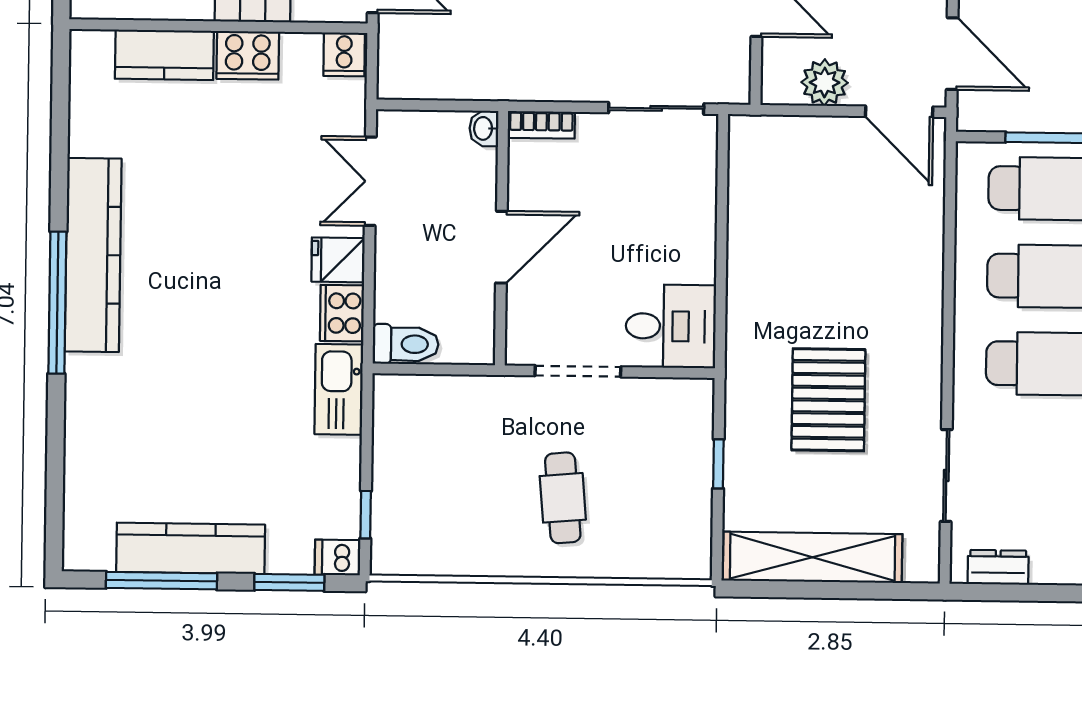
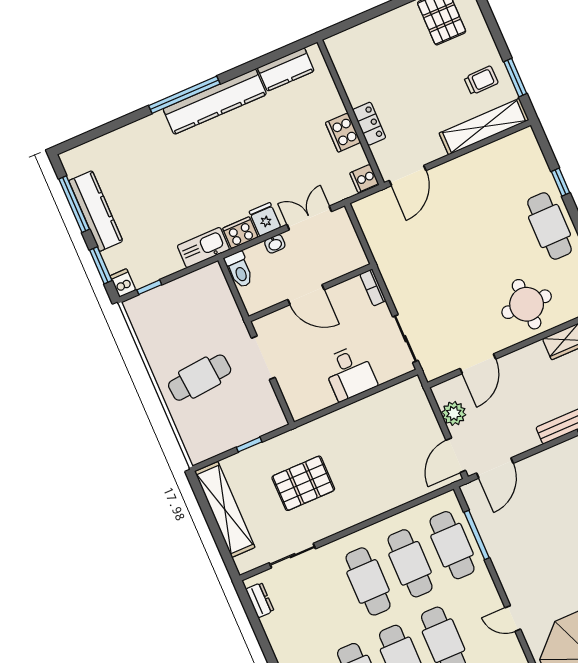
kitchen counter: (164, 55) -> (286, 69), moved, turned -90
washbasin: (484, 128) -> (275, 244), moved, turned 180
desk: (671, 326) -> (350, 373), moved
cafe table: (563, 498) -> (200, 378), width x1.37, depth x1.35

